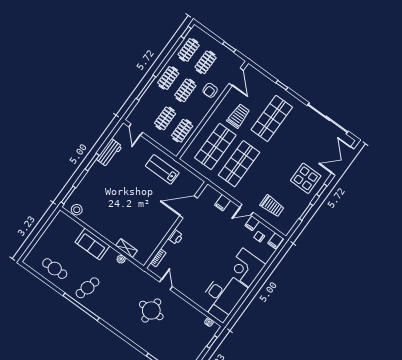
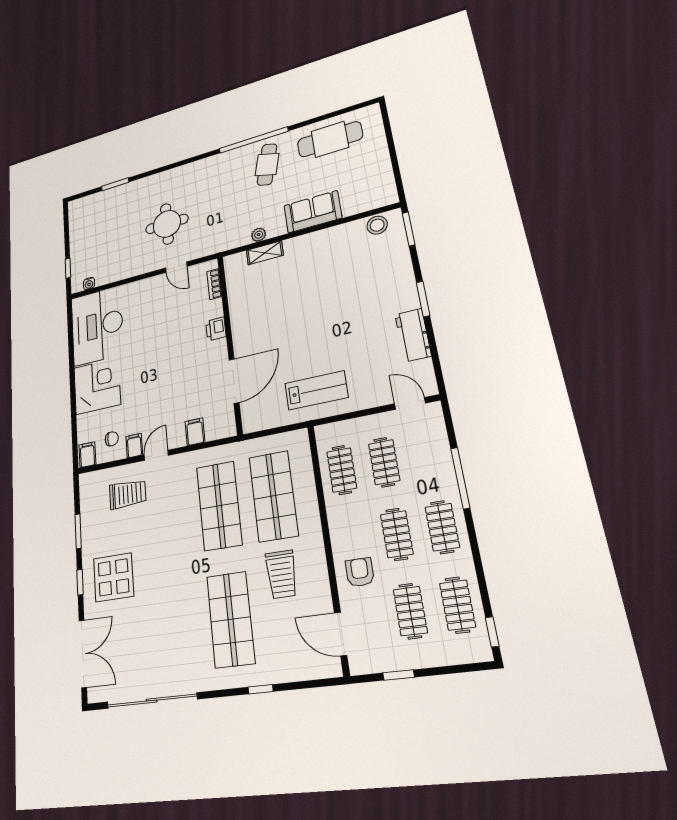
trolley: (272, 206) -> (128, 494), turned 180
cafe table: (55, 269) -> (330, 139), width x1.37, depth x1.35

